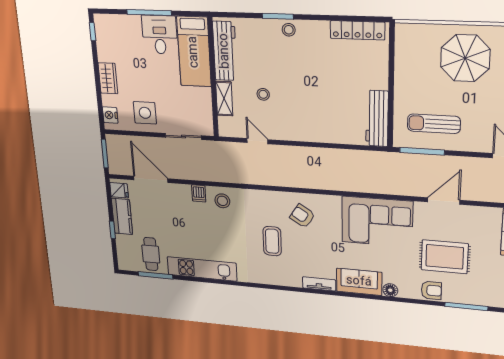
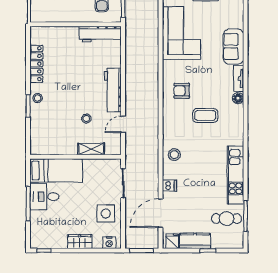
locker: (357, 30) -> (36, 64), moved
workbench: (225, 51) -> (113, 90), moved, turned -90
dishwasher: (199, 193) -> (170, 186), moved
armchair: (302, 216) -> (182, 91), turned 57
floor lamp: (390, 290) -> (238, 98), moved

